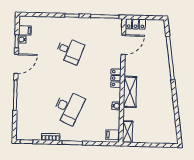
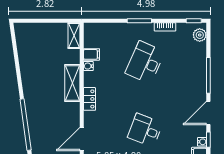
plant: (22, 129) -> (200, 35), added
filing cabinet: (113, 135) -> (92, 54), moved

